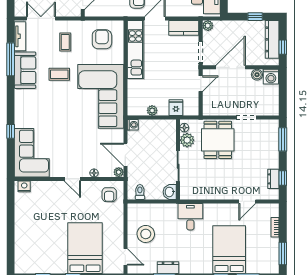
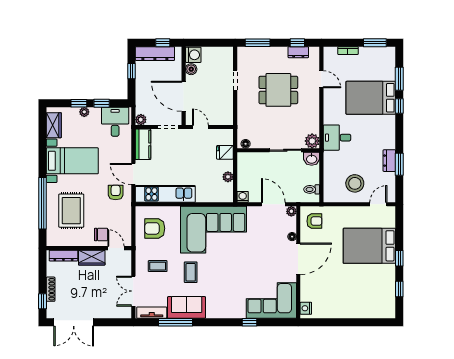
plant: (187, 140) -> (312, 141), moved
dining table: (218, 140) -> (278, 90), moved
door: (125, 155) -> (273, 204), swing flipped
door: (72, 179) -> (298, 259), width x1.88

